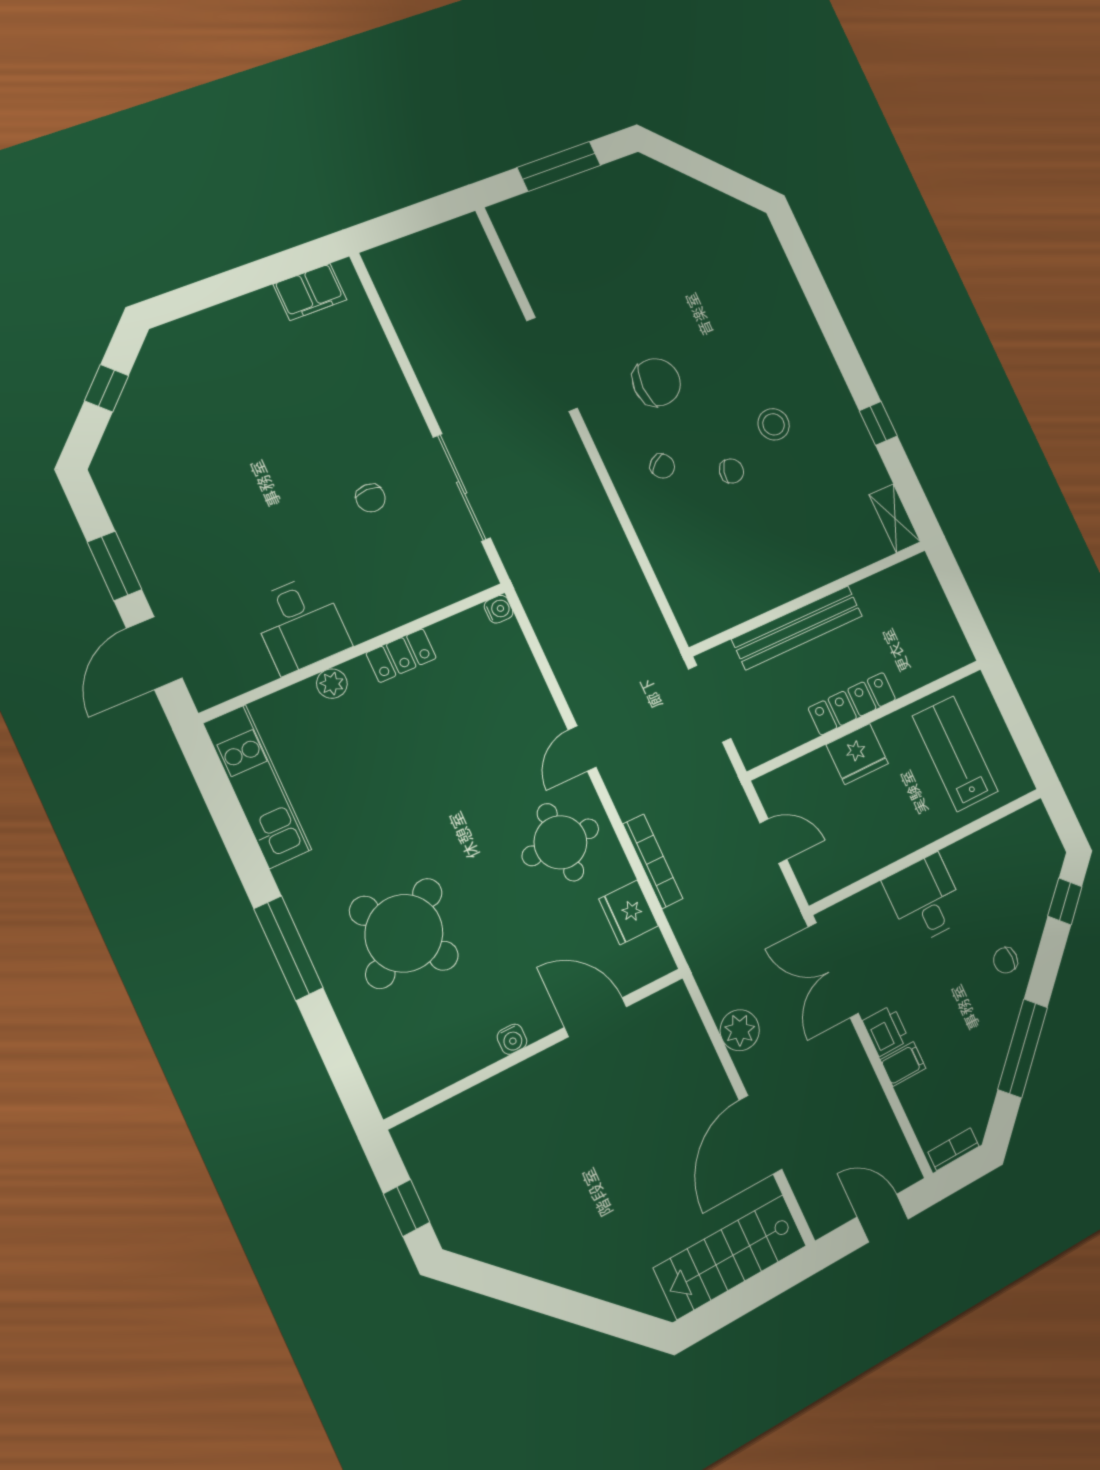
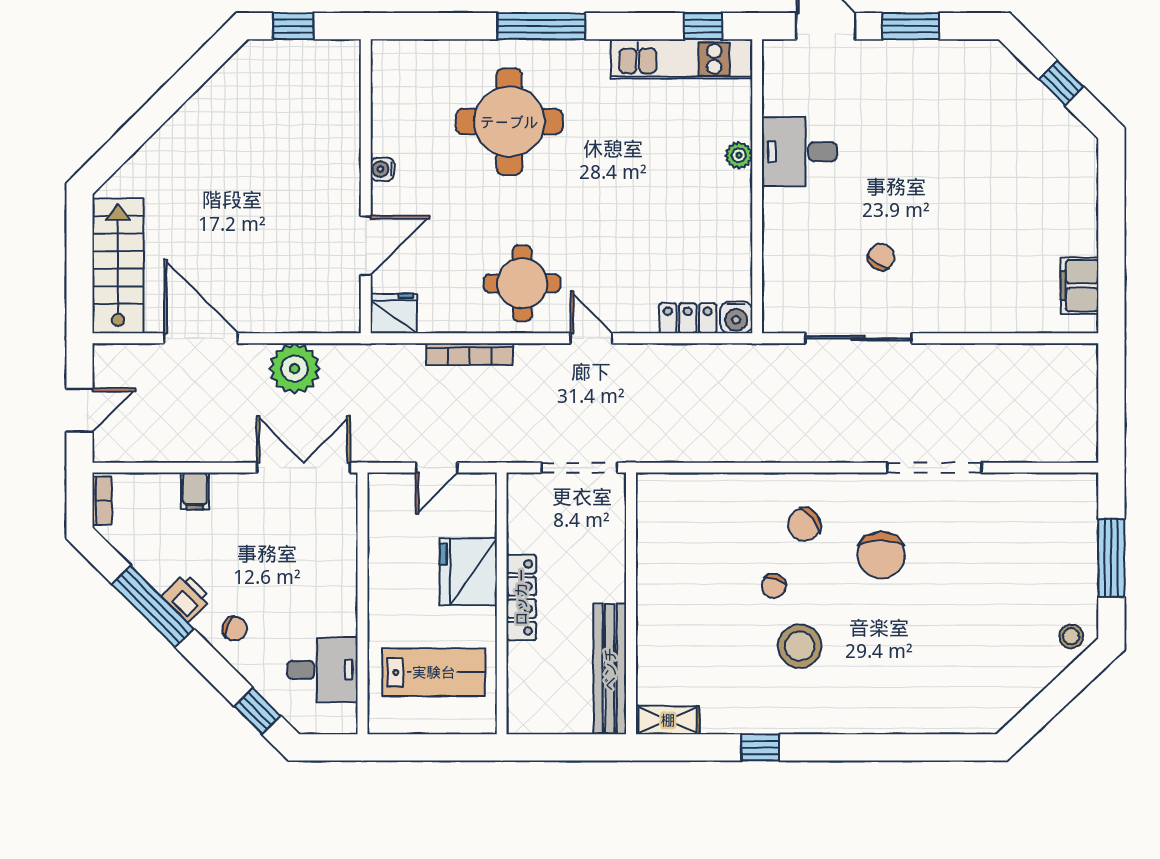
stool: (648, 177) -> (1071, 636), added
stool: (774, 424) -> (800, 646), width x1.38, depth x1.38
chair: (662, 466) -> (804, 525), width x1.37, depth x1.37
chair: (371, 498) -> (881, 257), turned 122
water cooler: (499, 609) -> (736, 317), width x1.38, depth x1.38
bench: (797, 628) -> (610, 669), moved
locker: (401, 656) -> (688, 318), moved, turned 90
fridge: (857, 754) -> (468, 571), width x1.36, depth x1.34
window: (212, 780) -> (703, 26), added
desk: (925, 899) -> (322, 670), moved
fridge: (629, 912) -> (394, 313), moved
round table: (404, 933) -> (509, 122), turned 35
chair: (1005, 960) -> (235, 629), turned 111
plant: (740, 1030) -> (295, 369), width x1.36, depth x1.36
printer: (886, 1031) -> (186, 598), moved, turned -135

